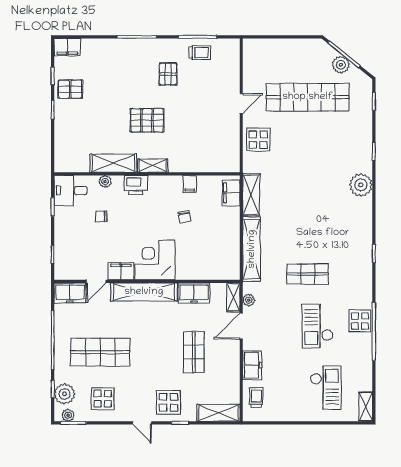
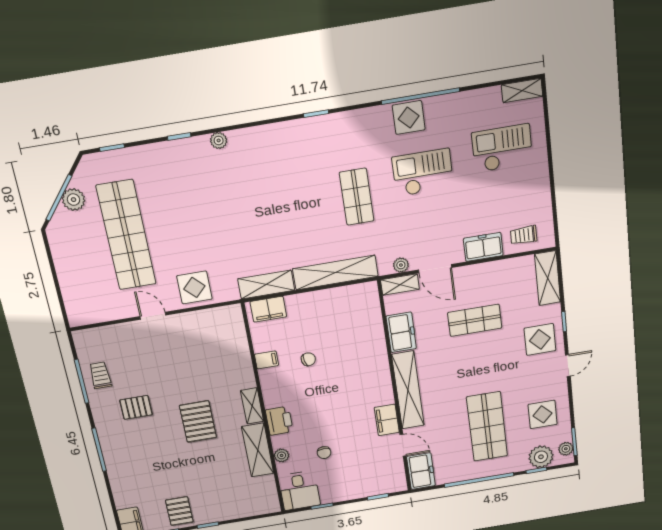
plant: (361, 185) -> (219, 140), width x0.53, depth x0.53
corner desk: (155, 260) -> (367, 384), removed
checkout: (317, 326) -> (423, 173), turned 180

